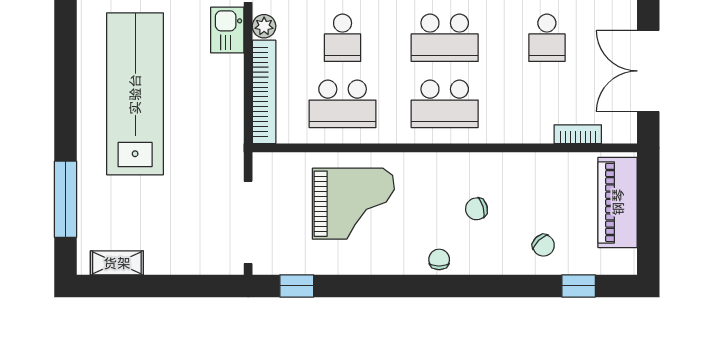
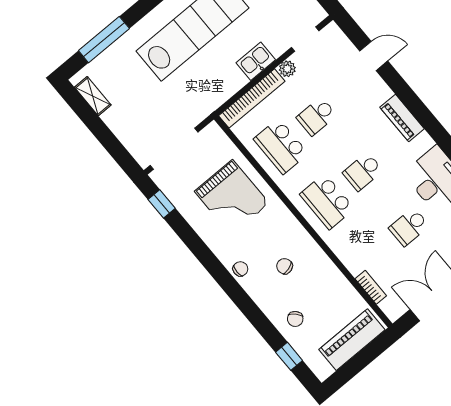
kitchen sink: (227, 30) -> (256, 61), moved
school desk: (445, 38) -> (363, 172), width x0.54

